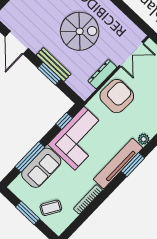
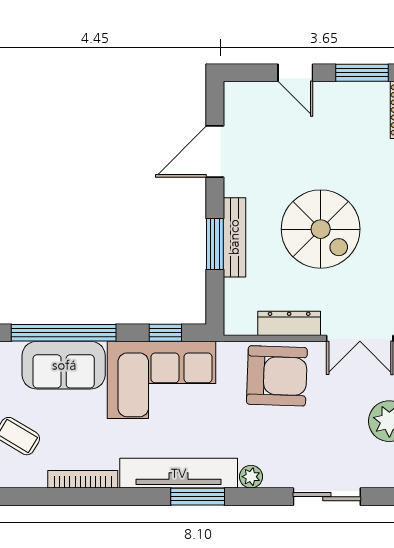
window: (30, 157) -> (64, 333), width x1.46

